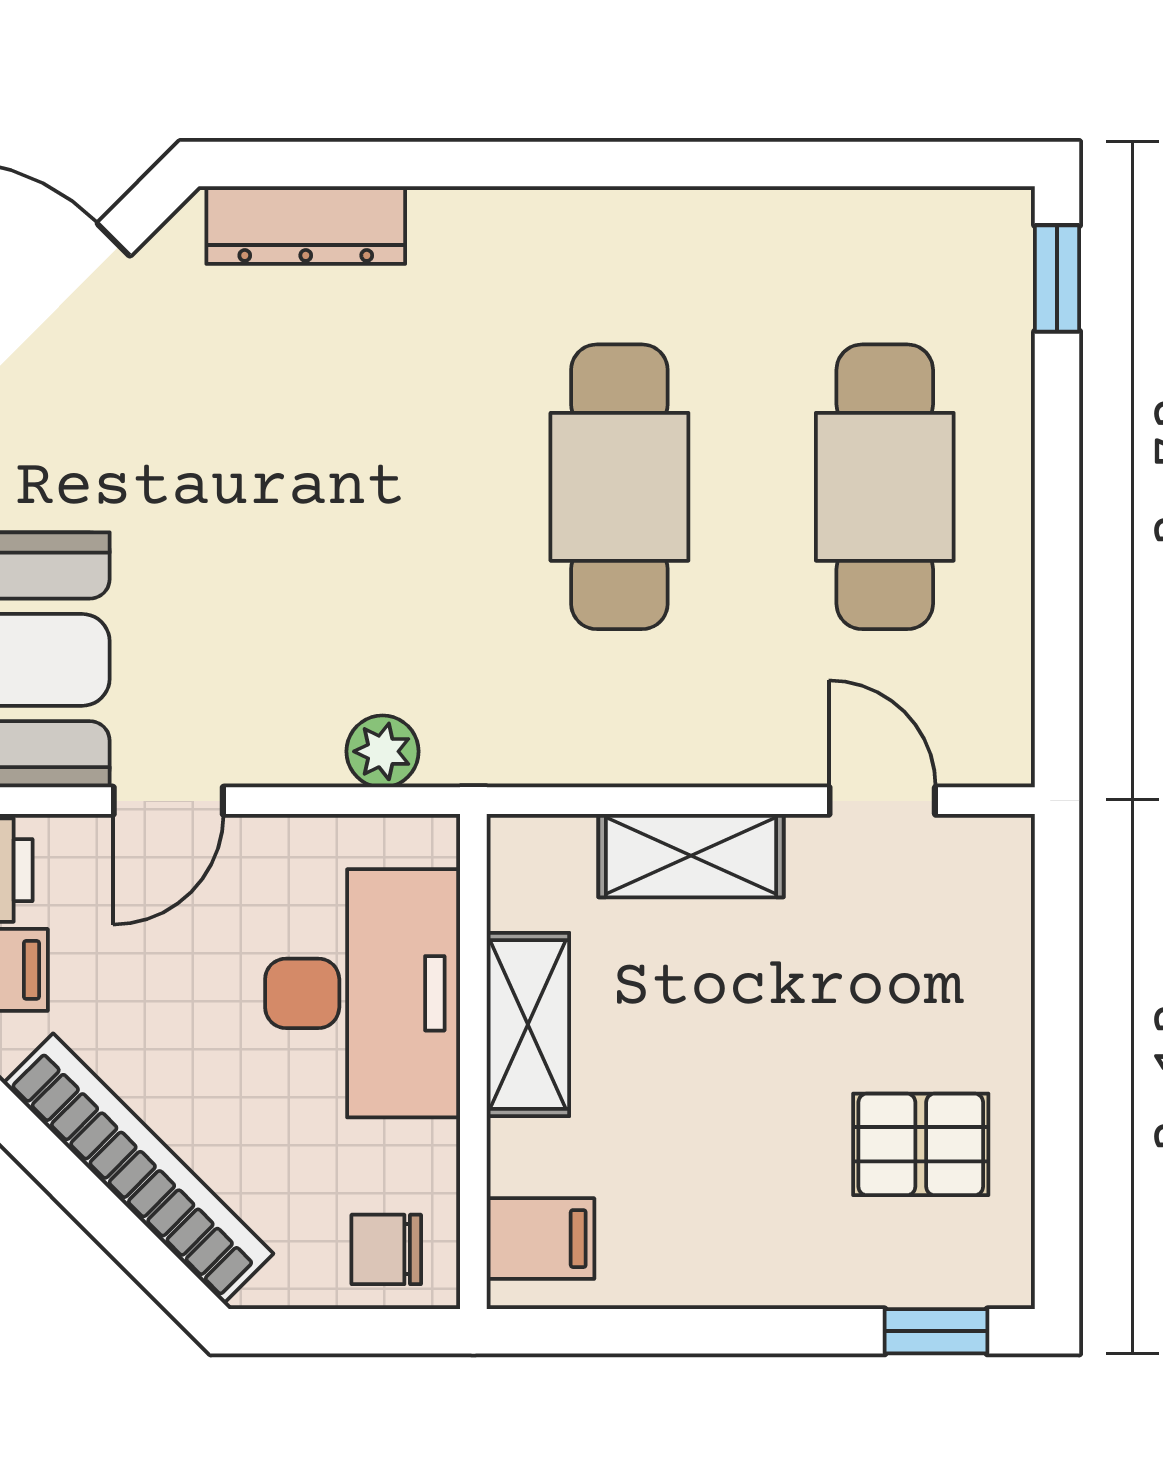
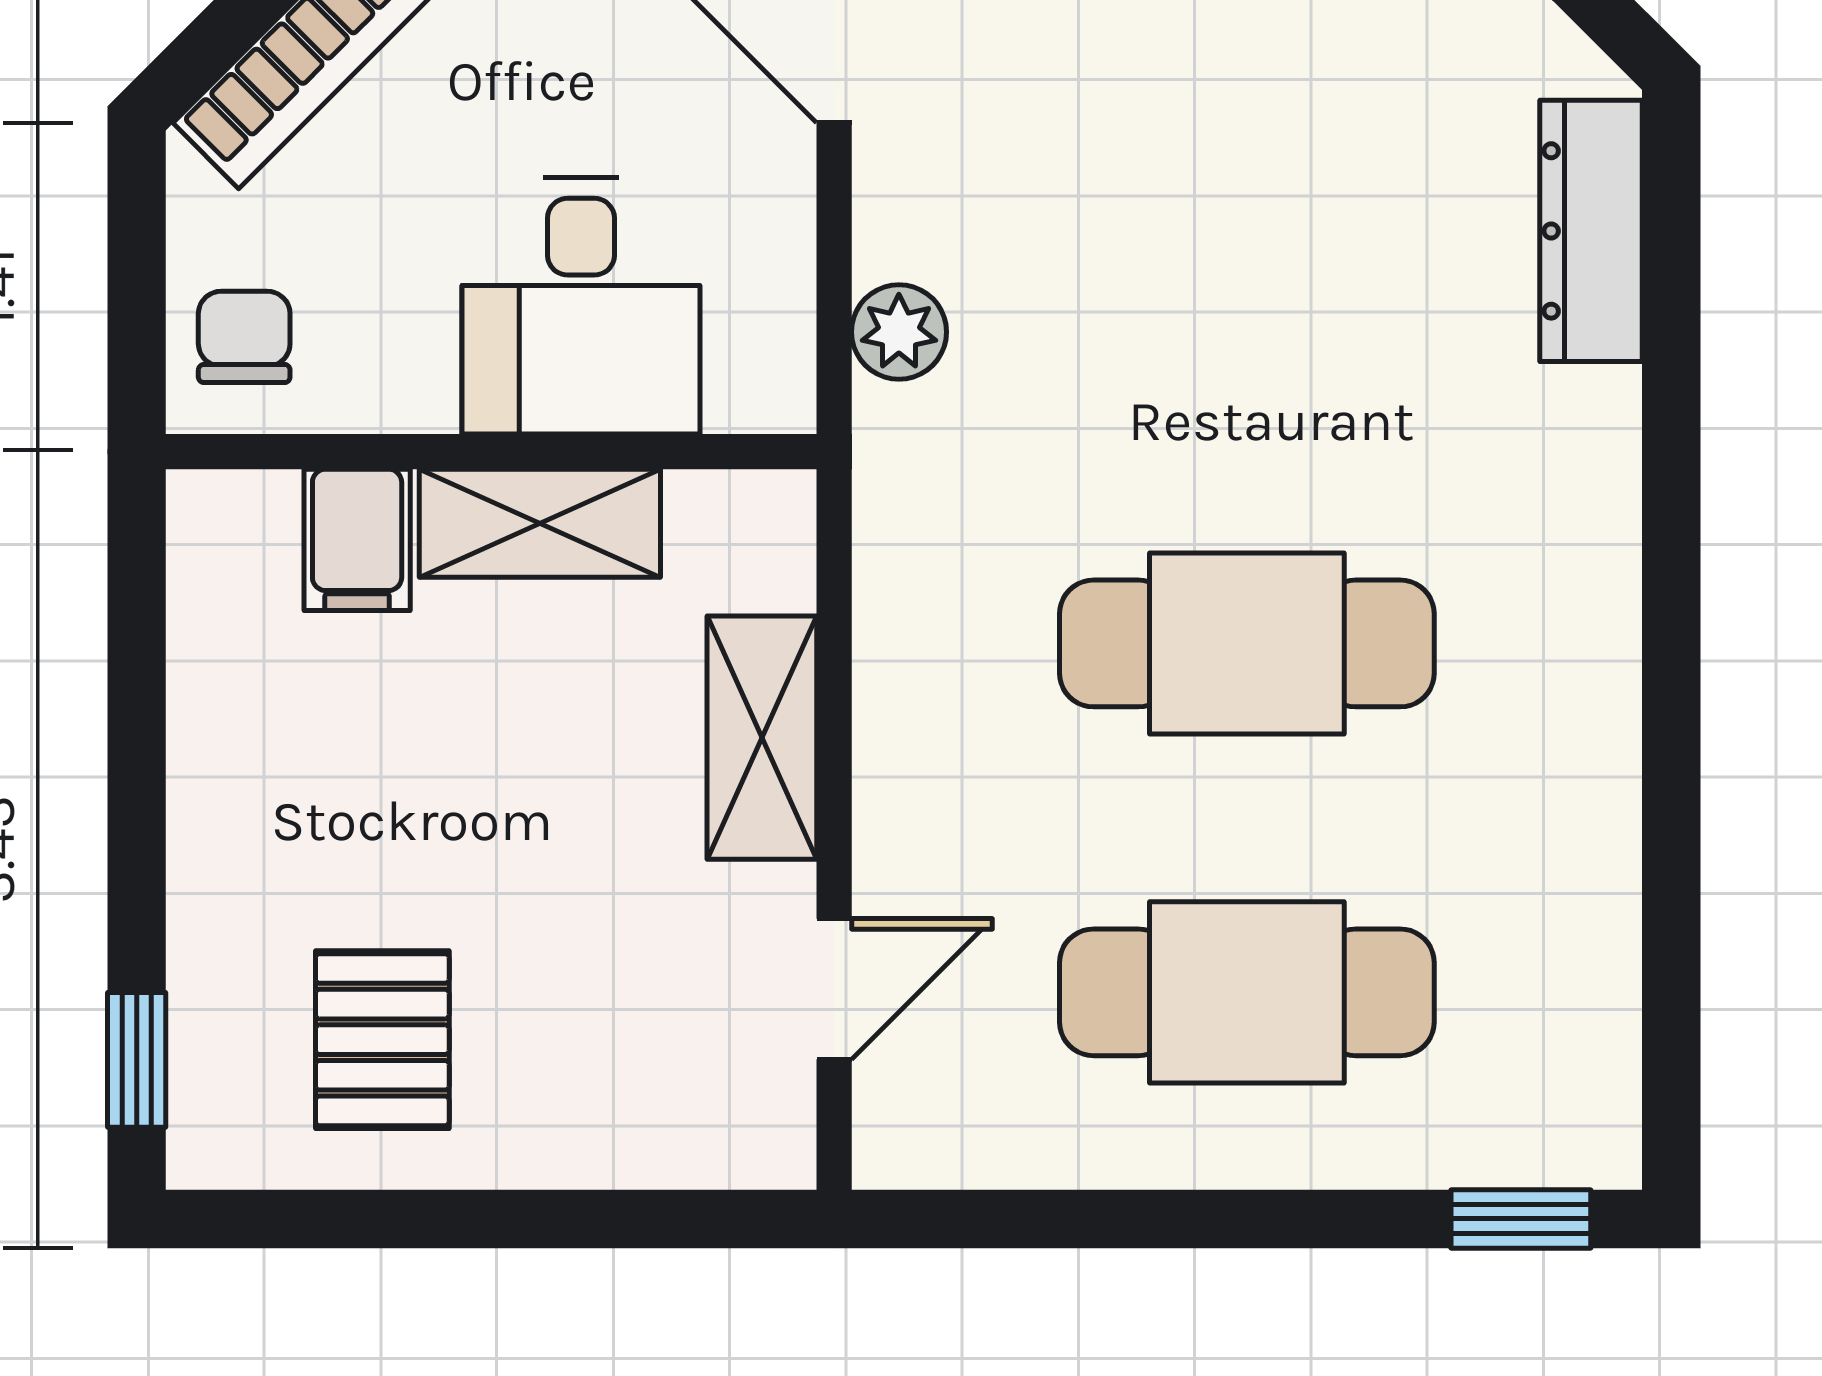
desk: (363, 993) -> (581, 306), width x0.73
filing cabinet: (541, 1239) -> (357, 540), moved

